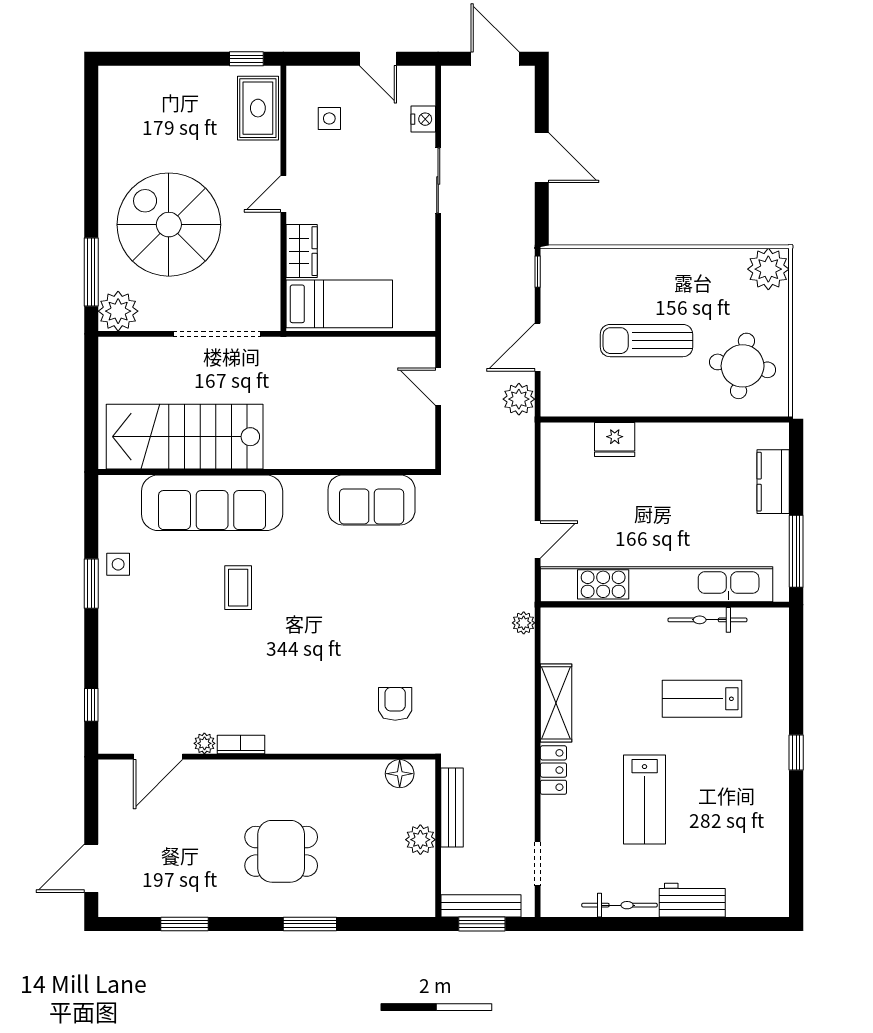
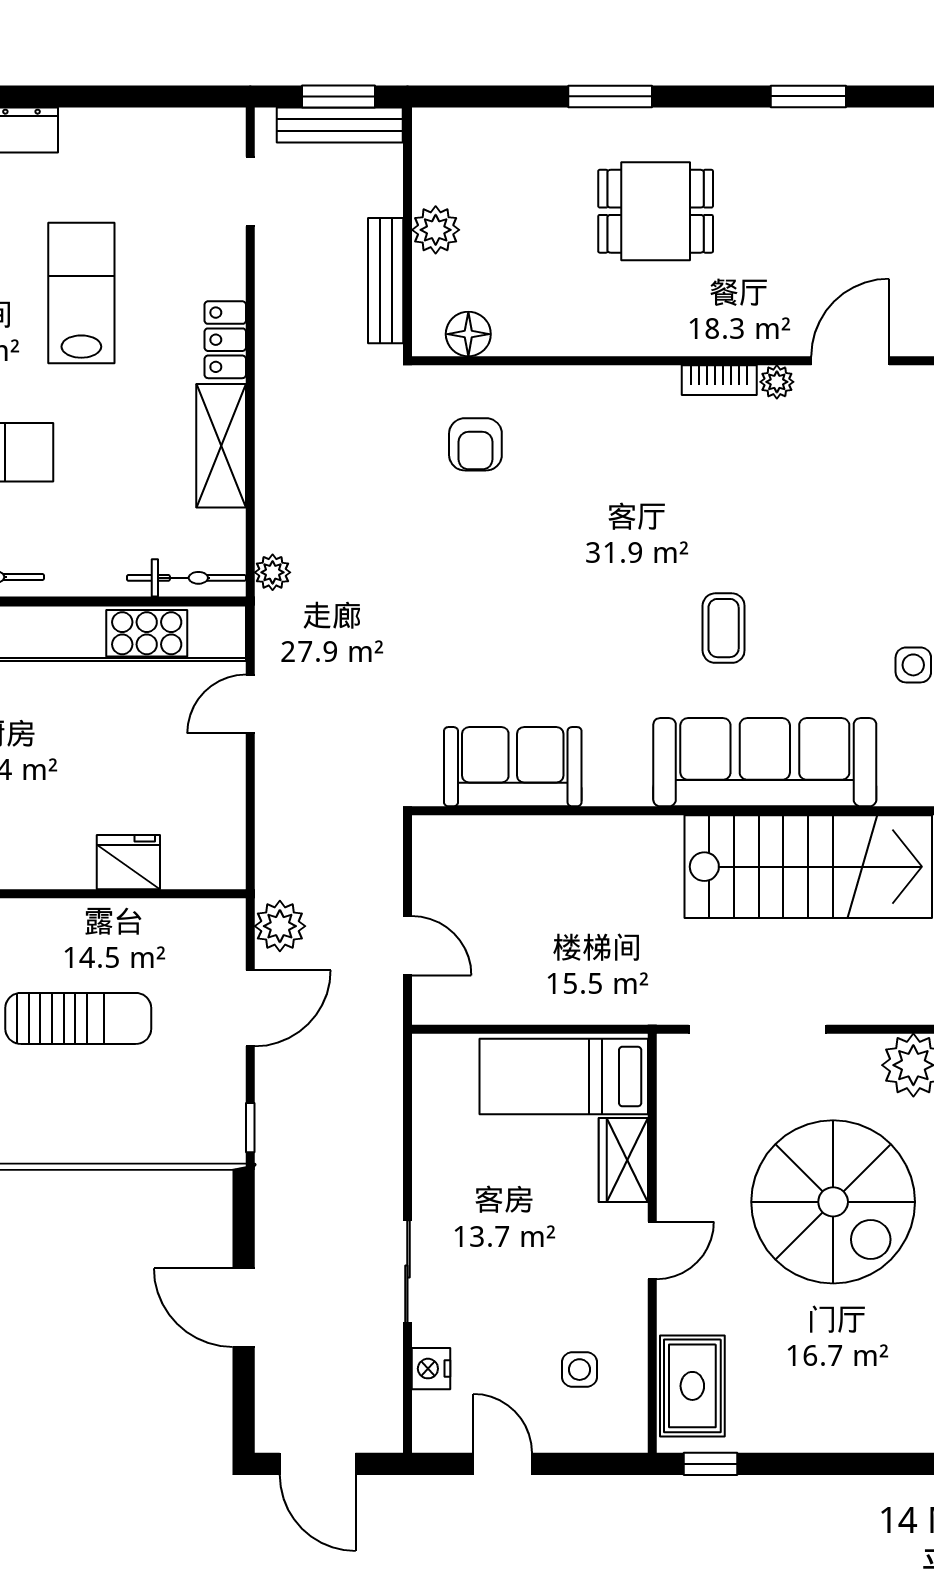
bicycle: (620, 905) -> (186, 578), moved, turned 180

